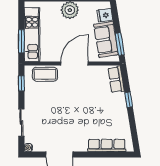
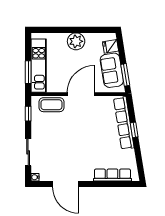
row of seats: (116, 80) -> (124, 123), width x2.02

